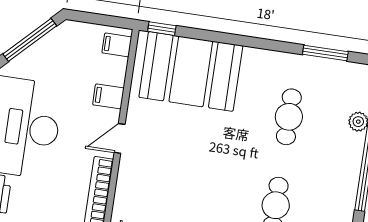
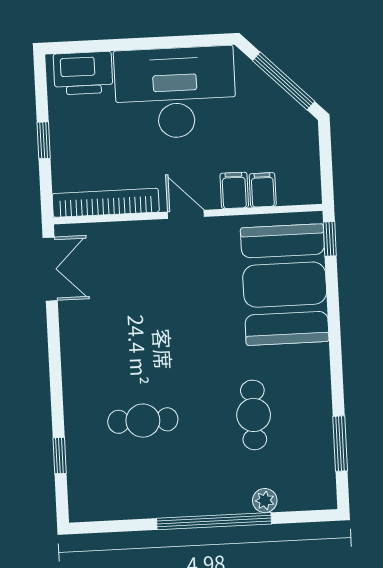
filing cabinet: (117, 45) -> (263, 190), moved
cafe table: (289, 117) -> (254, 415), turned 90

